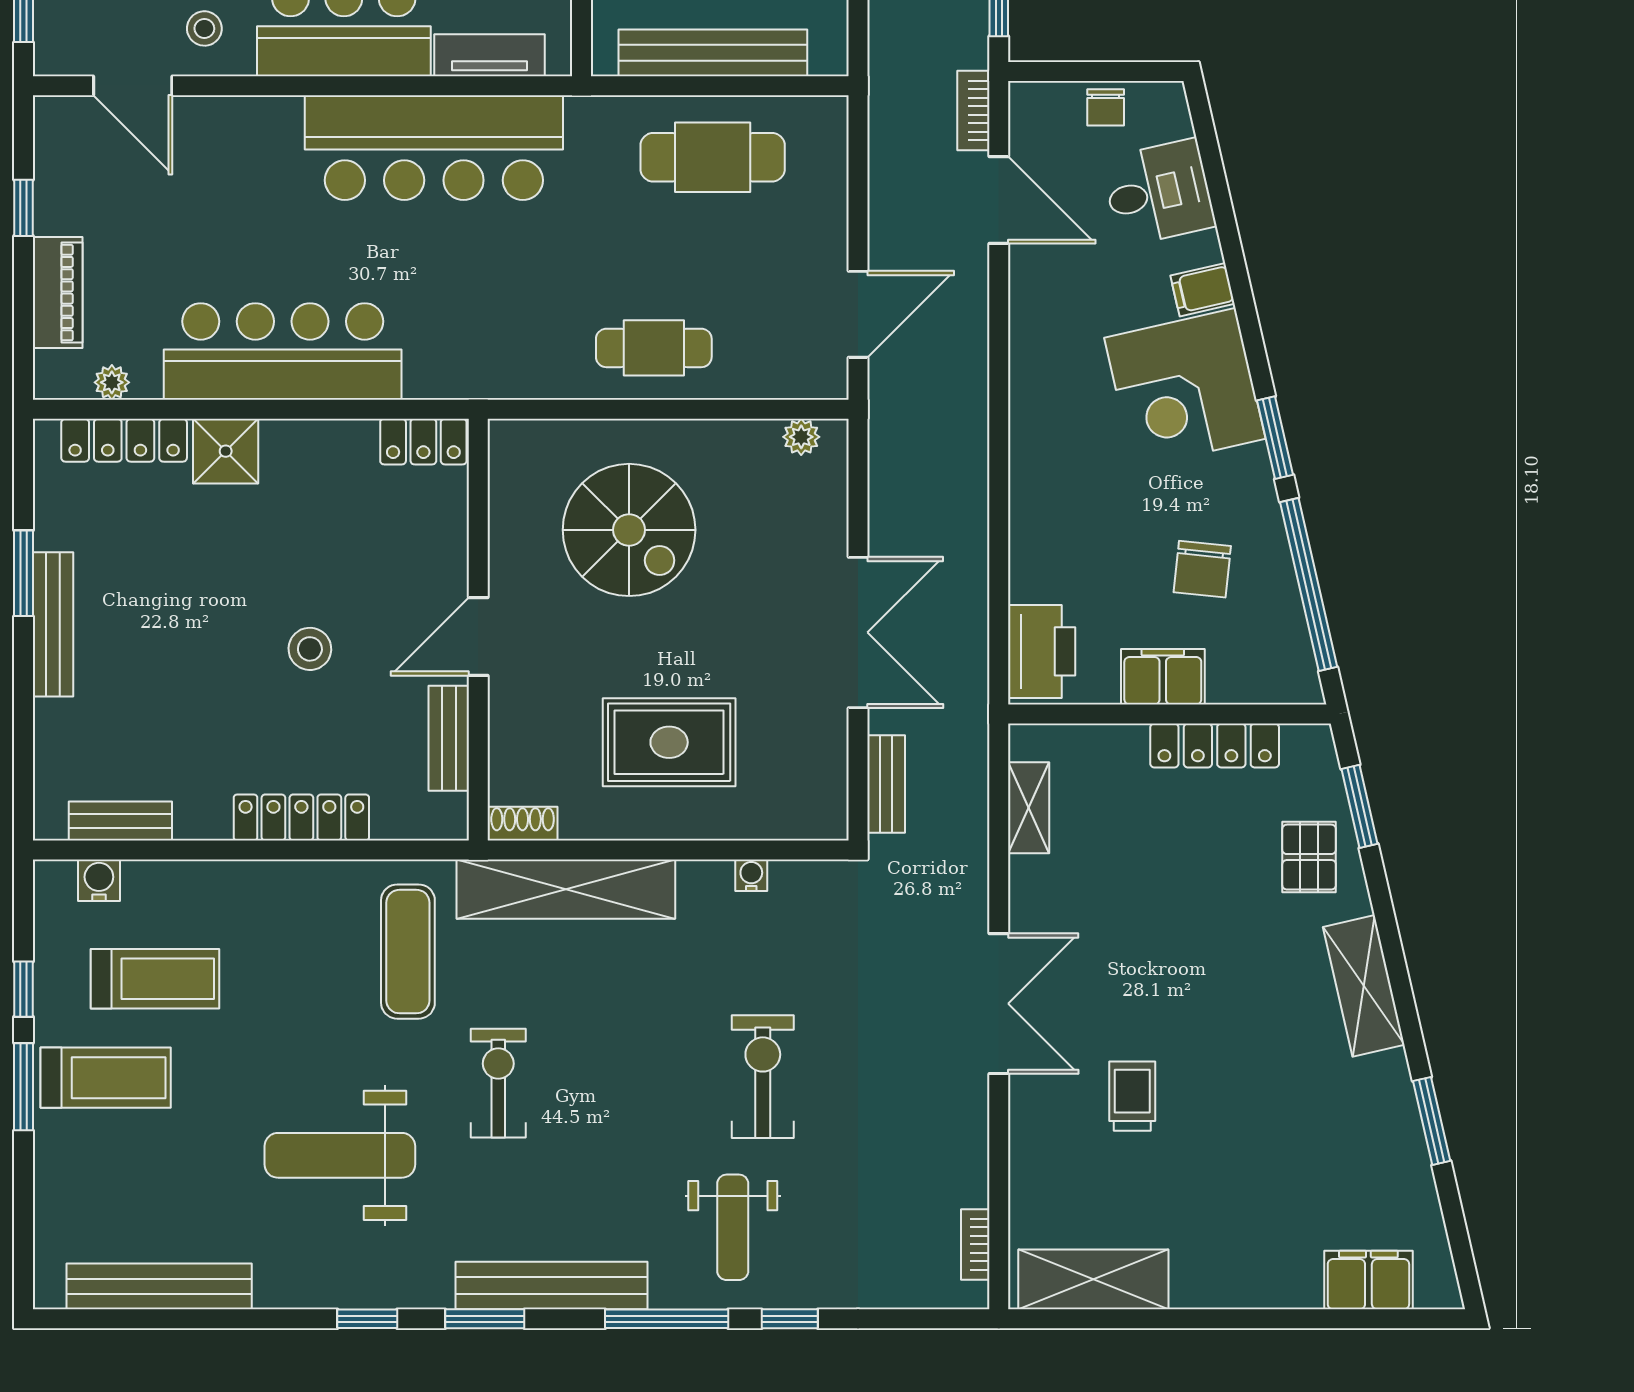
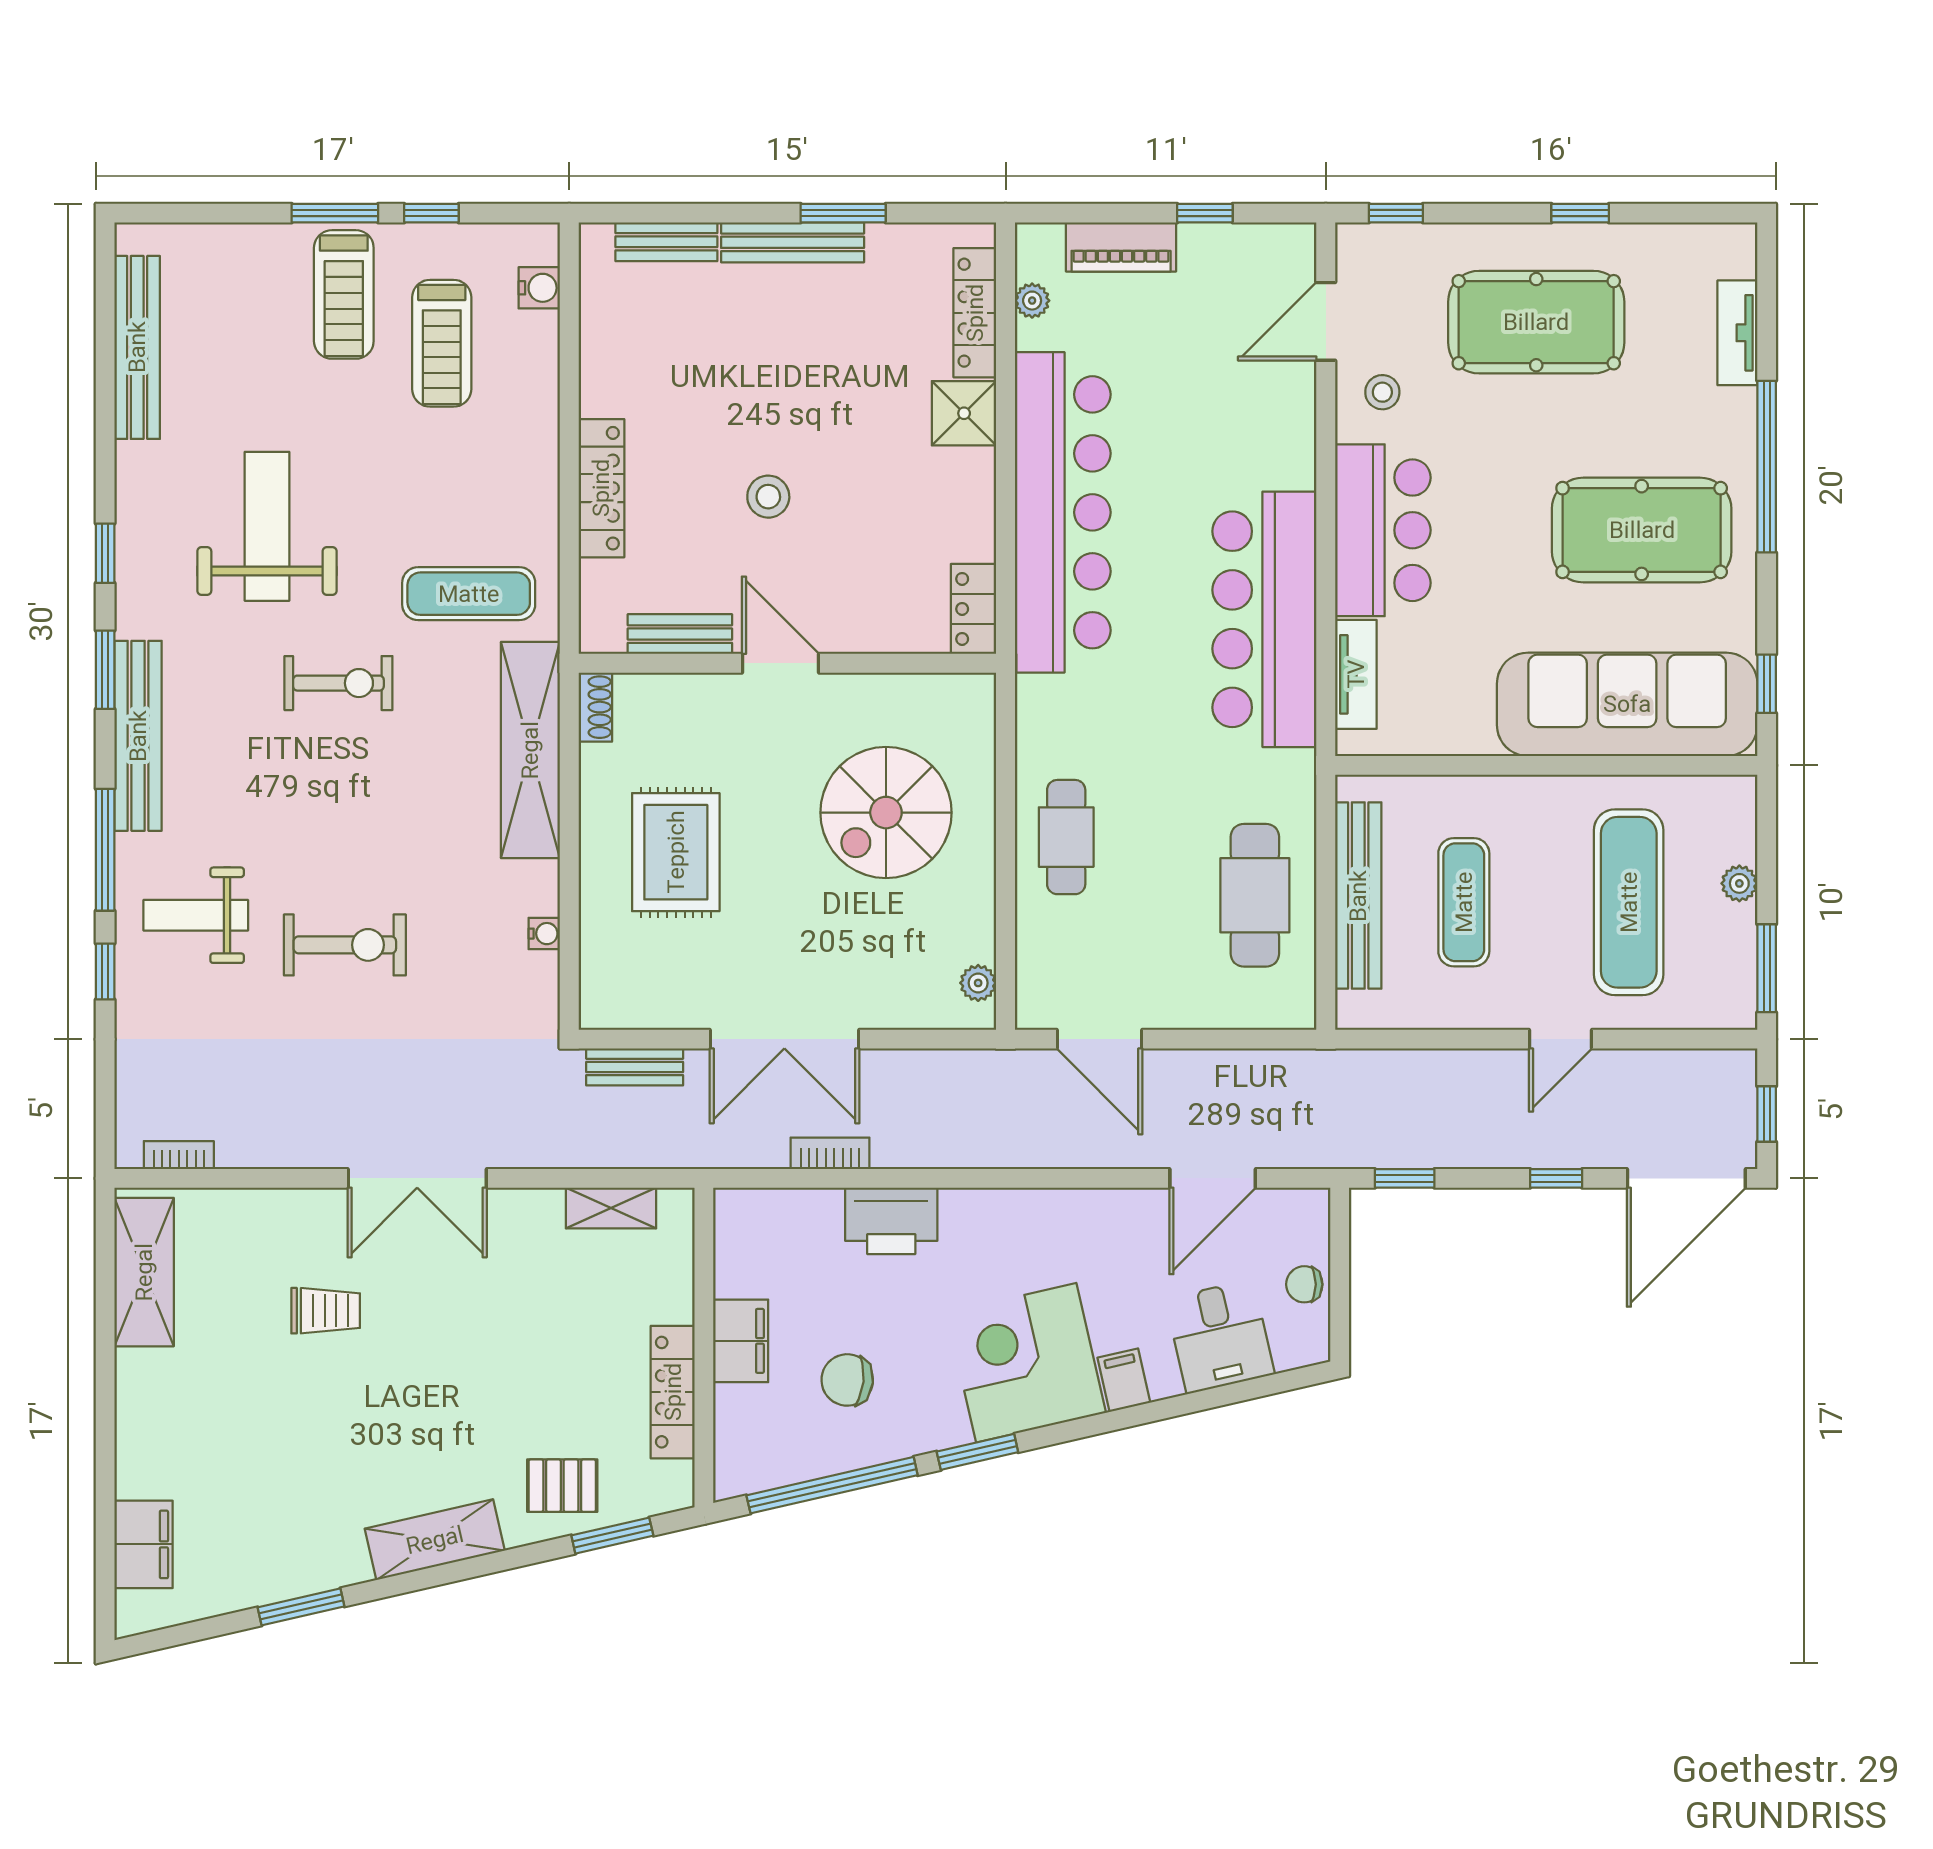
bookcase: (973, 111) -> (830, 1153), moved
bar counter: (283, 351) -> (1063, 512), width x1.36
printer: (1042, 651) -> (891, 1221), moved
bench: (120, 821) -> (666, 242), moved, turned 90

